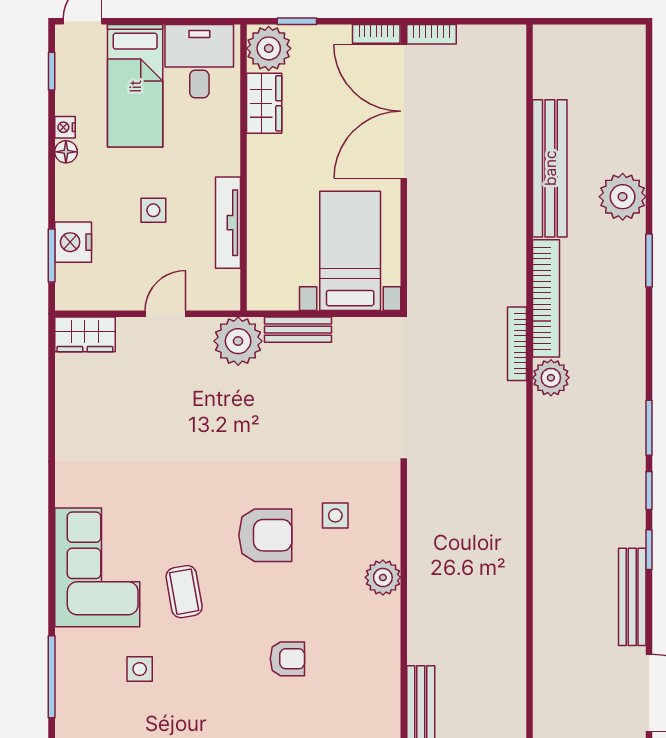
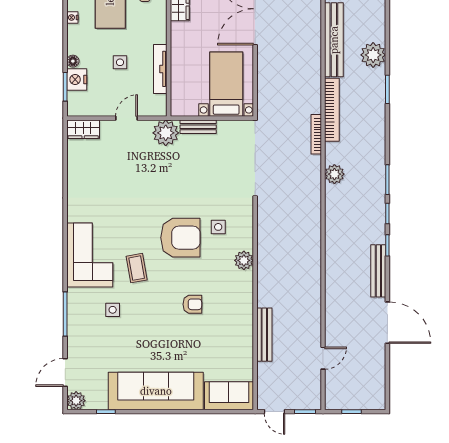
floor lamp: (66, 152) -> (73, 61), moved
plant: (551, 378) -> (334, 174), moved
armchair: (265, 535) -> (180, 238), width x1.36, depth x1.36

